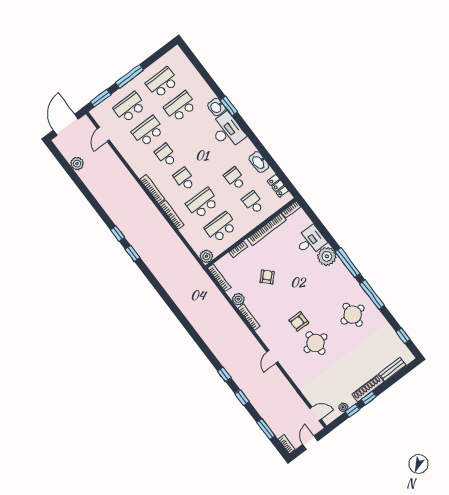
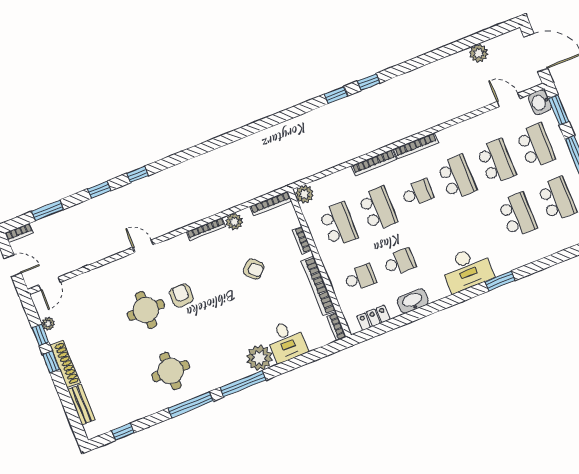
washbasin: (217, 107) -> (540, 102), moved, turned -90
school desk: (166, 155) -> (457, 177), width x1.85

